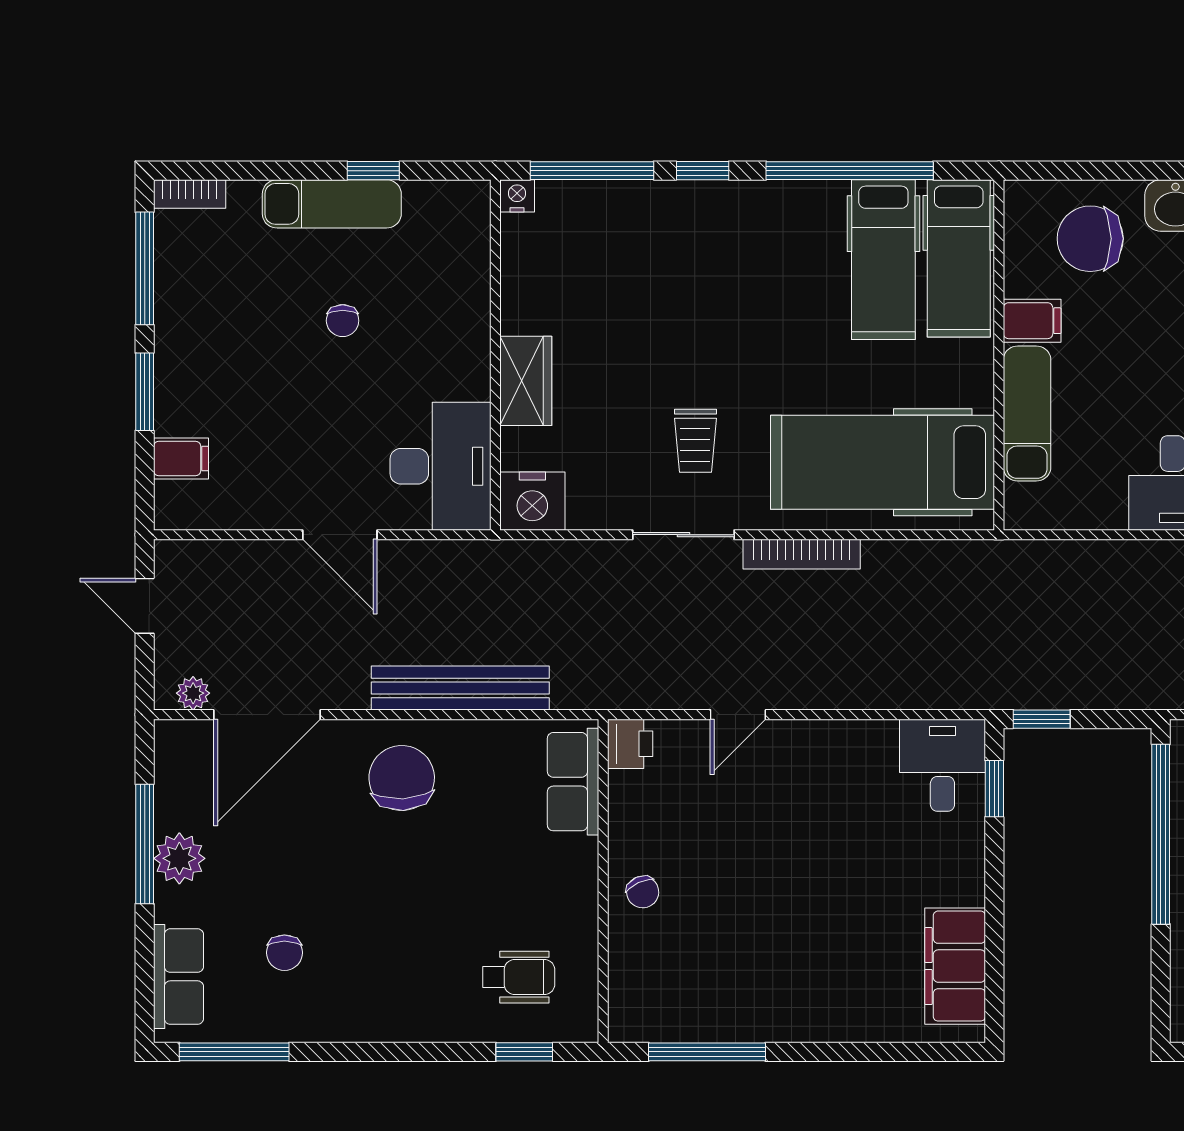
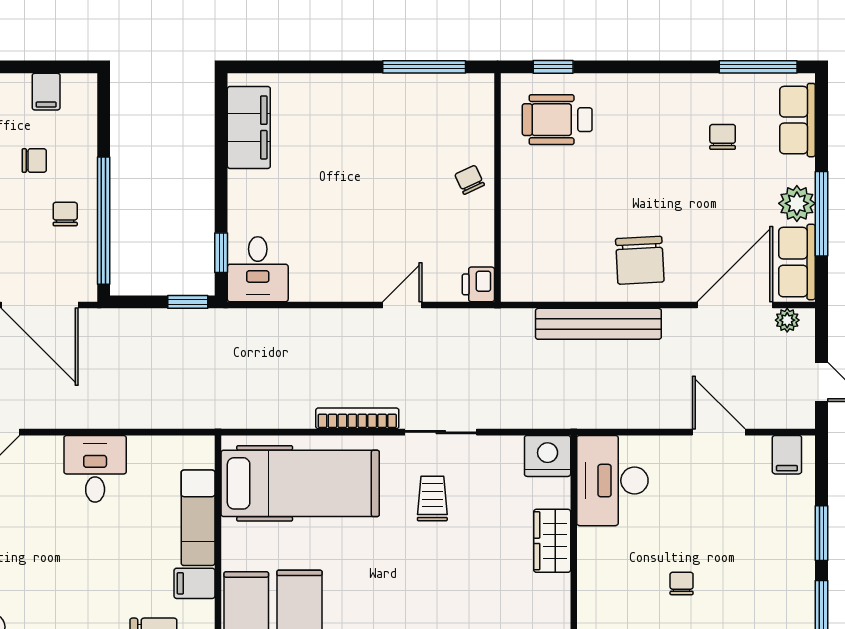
filing cabinet: (181, 459) -> (787, 455), moved, turned -90
door: (340, 535) -> (719, 432), moved
row of seats: (573, 782) -> (797, 262), moved, turned 180
wheelchair: (519, 977) -> (557, 120), width x1.36, depth x1.37

